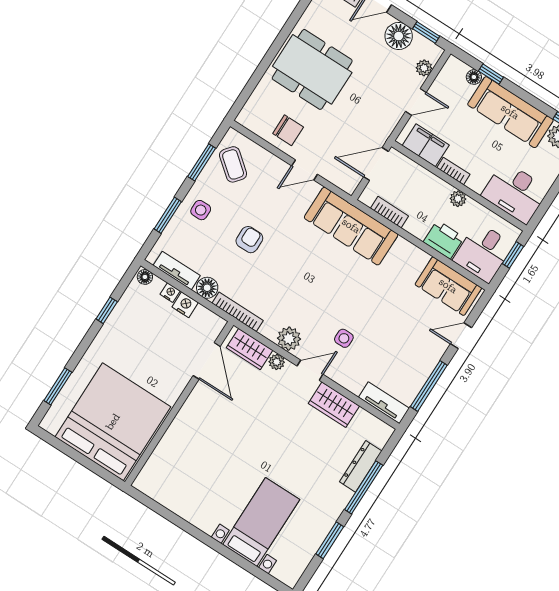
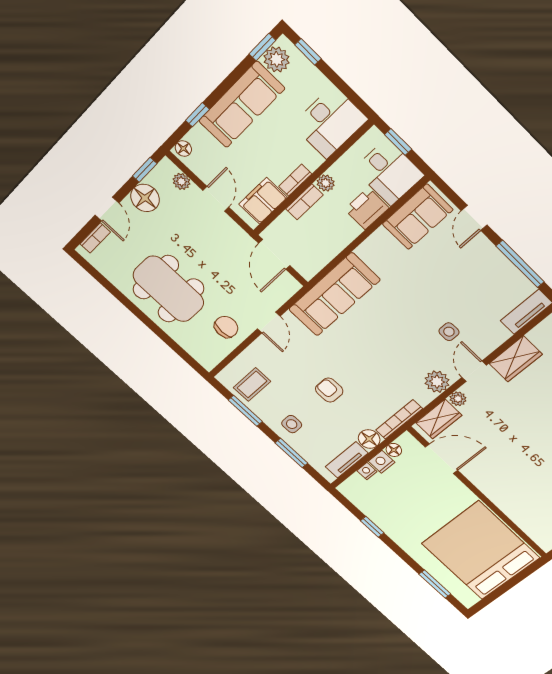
dining table: (312, 69) -> (168, 289), turned 90
floor lamp: (474, 77) -> (183, 149), moved
coffee table: (233, 164) -> (252, 385), turned -39
bookcase: (389, 212) -> (304, 202), moved, turned 180
floor lamp: (145, 277) -> (394, 450), moved

